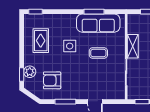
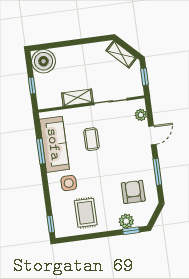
rug: (41, 41) -> (86, 213), turned 90
side table: (70, 46) -> (69, 183), moved
armchair: (52, 80) -> (133, 192), turned 180
plant: (112, 95) -> (141, 115), added

